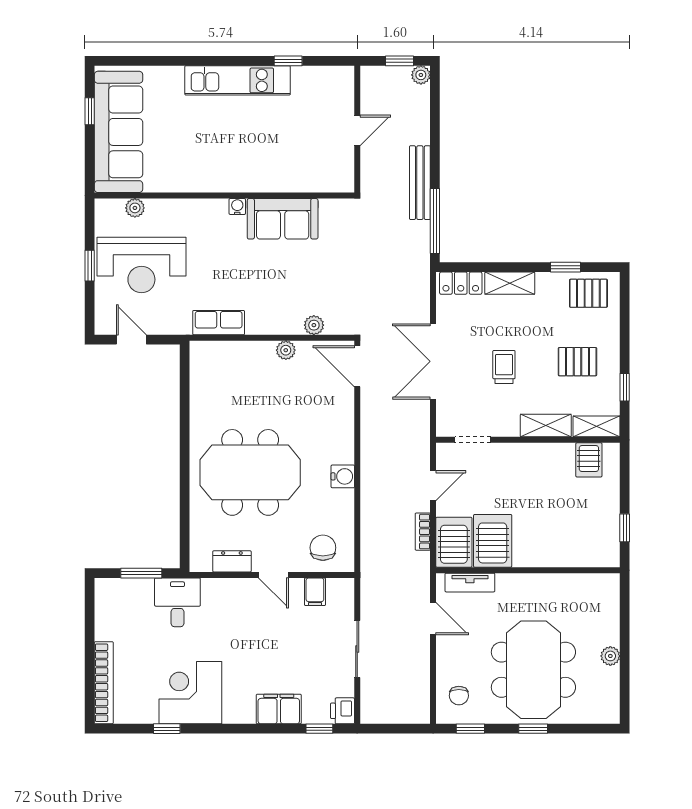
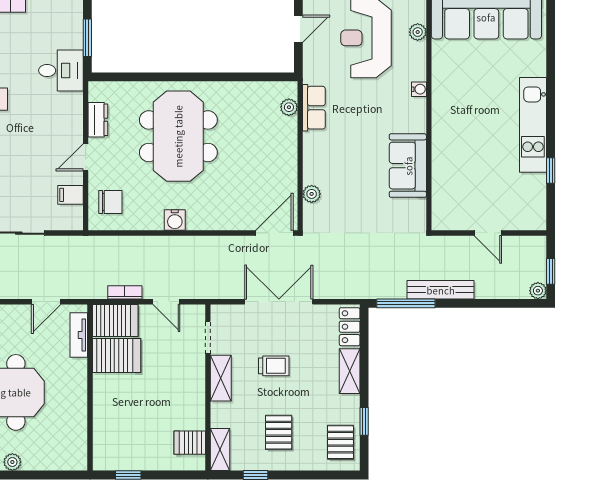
water cooler: (237, 206) -> (419, 89), moved
plant: (286, 350) -> (289, 107), moved
shelving: (546, 426) -> (221, 378), moved

